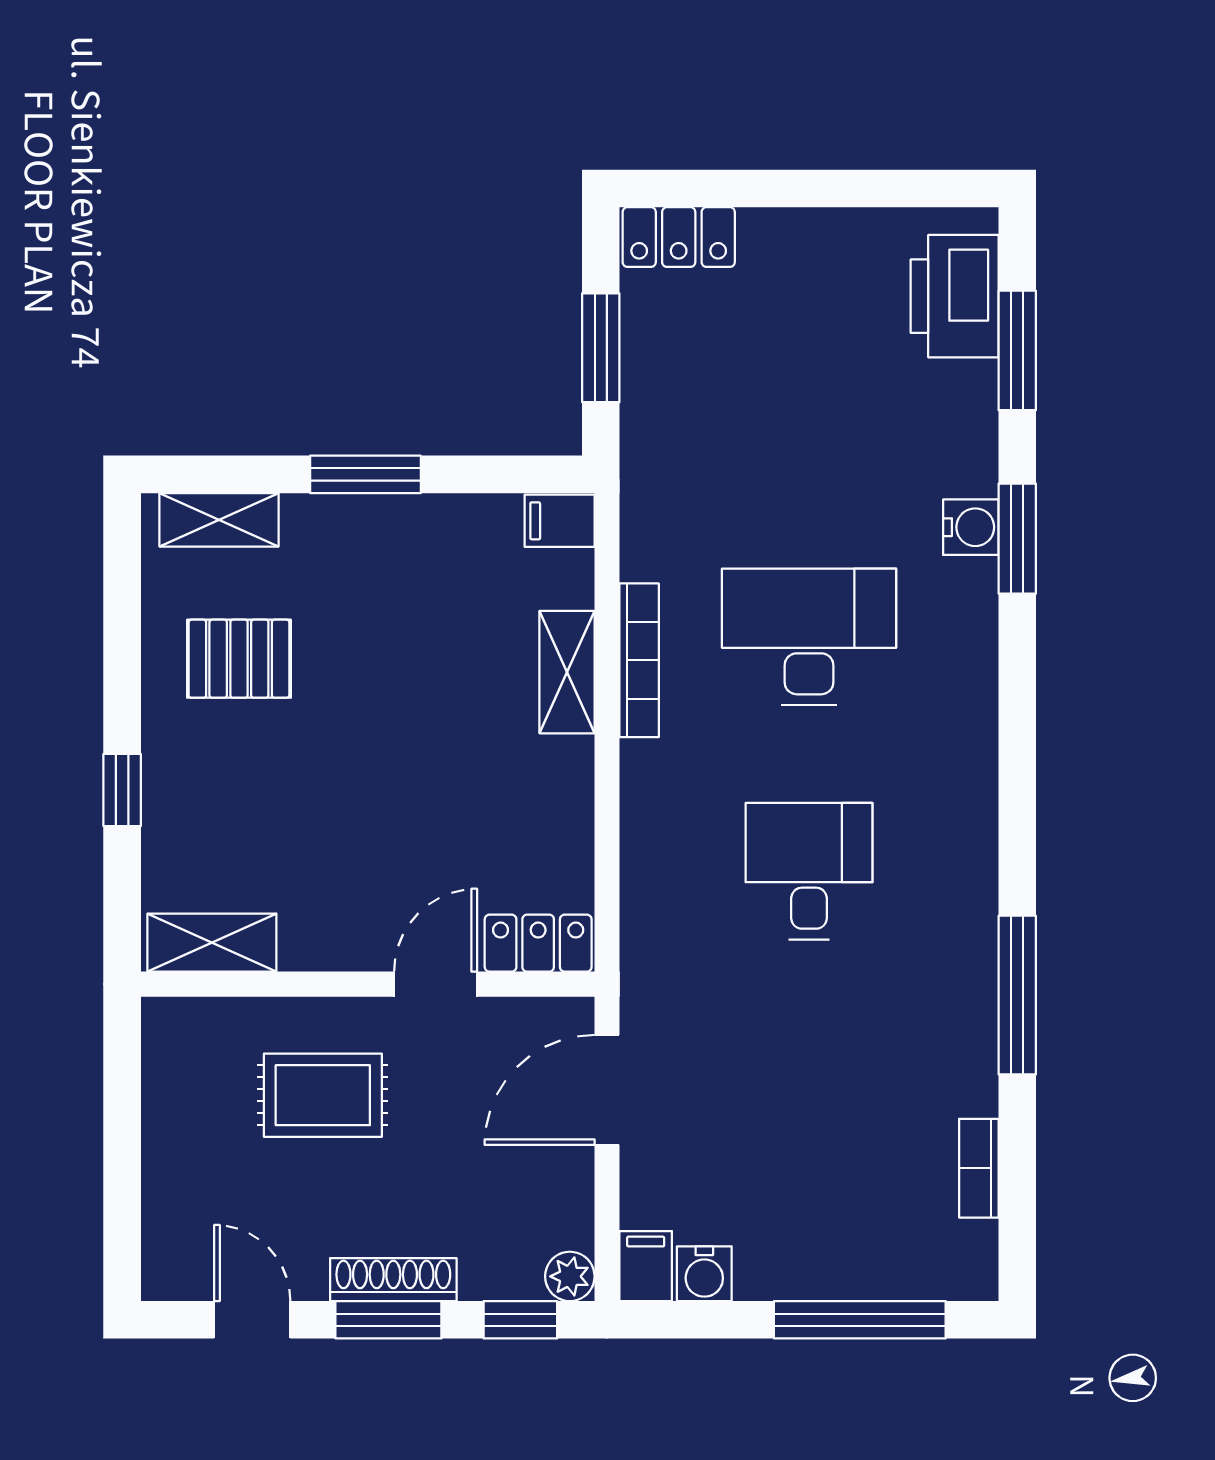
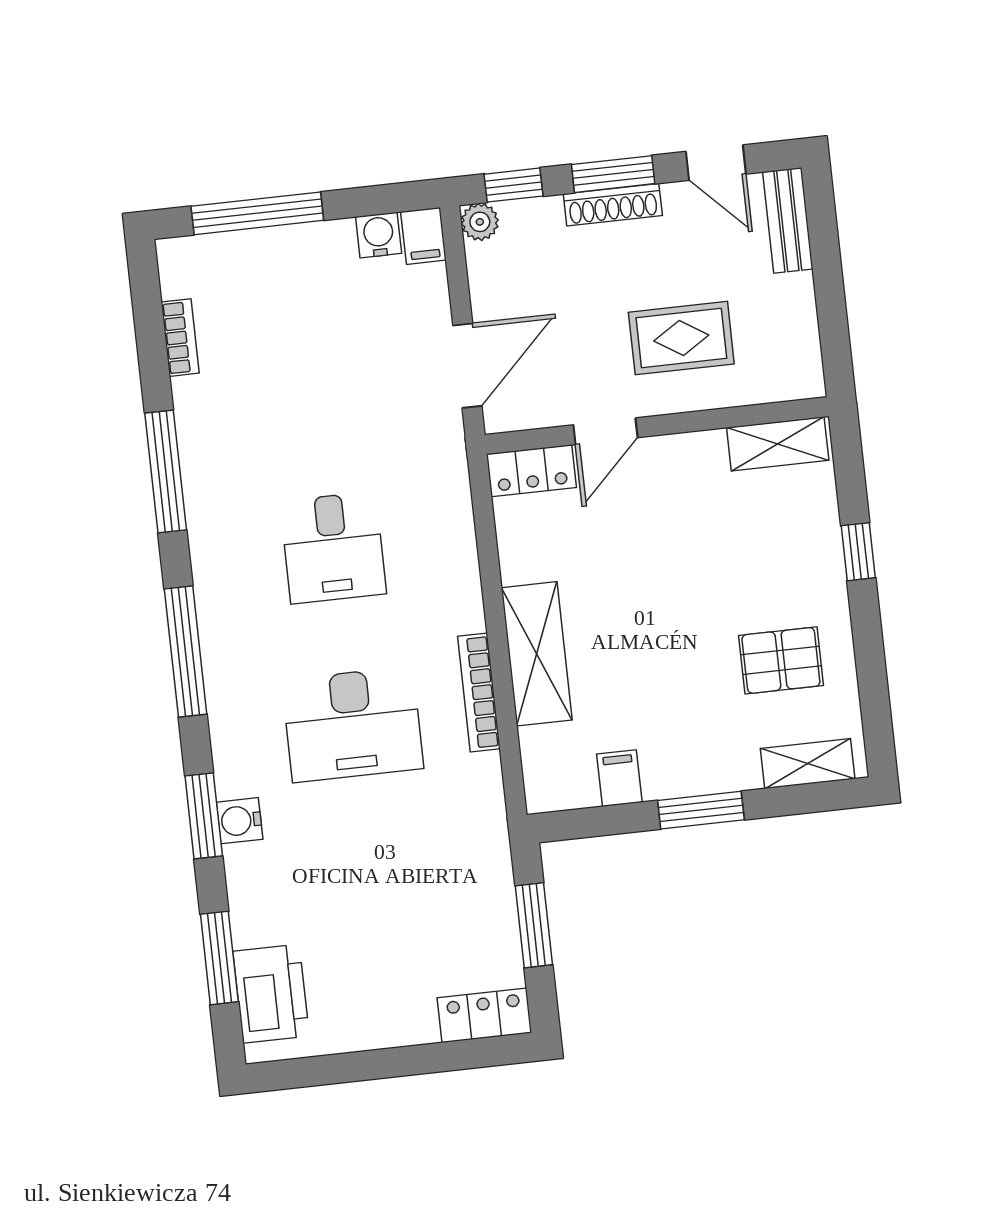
filing cabinet: (560, 521) -> (619, 778), moved, turned -90
shelving: (567, 672) -> (537, 654), width x1.50, depth x1.33
window: (1017, 756) -> (186, 651), added
bench: (167, 1234) -> (788, 220), added

